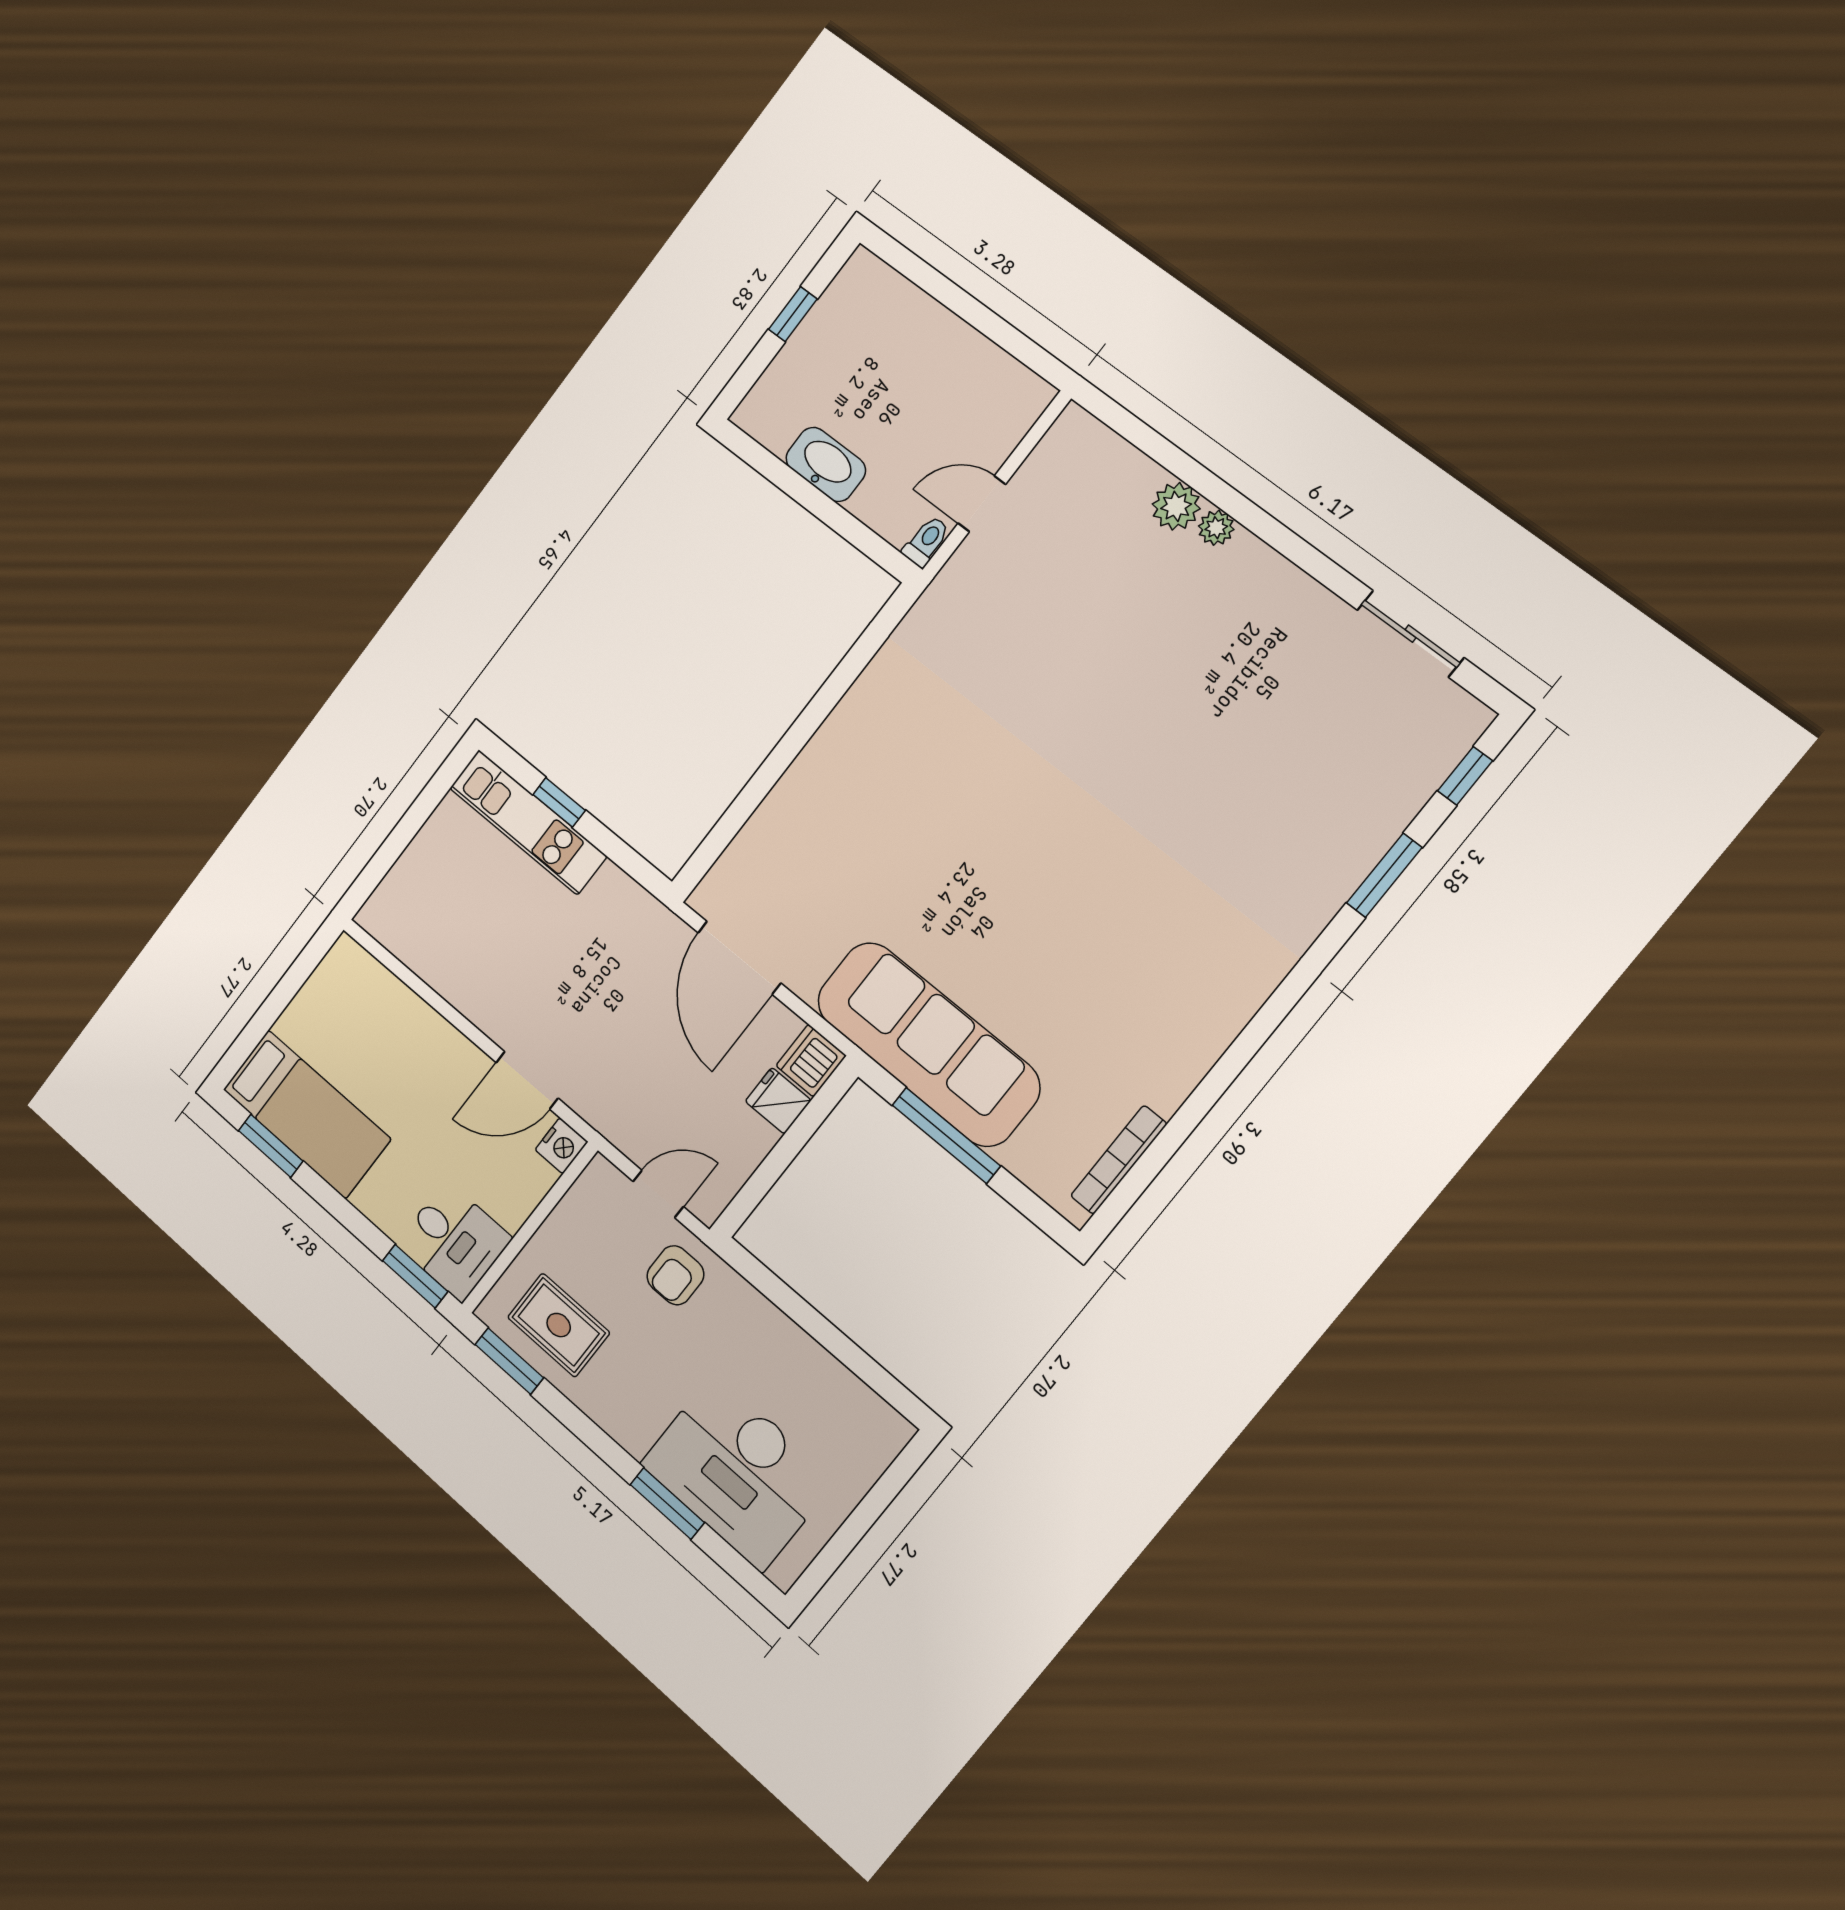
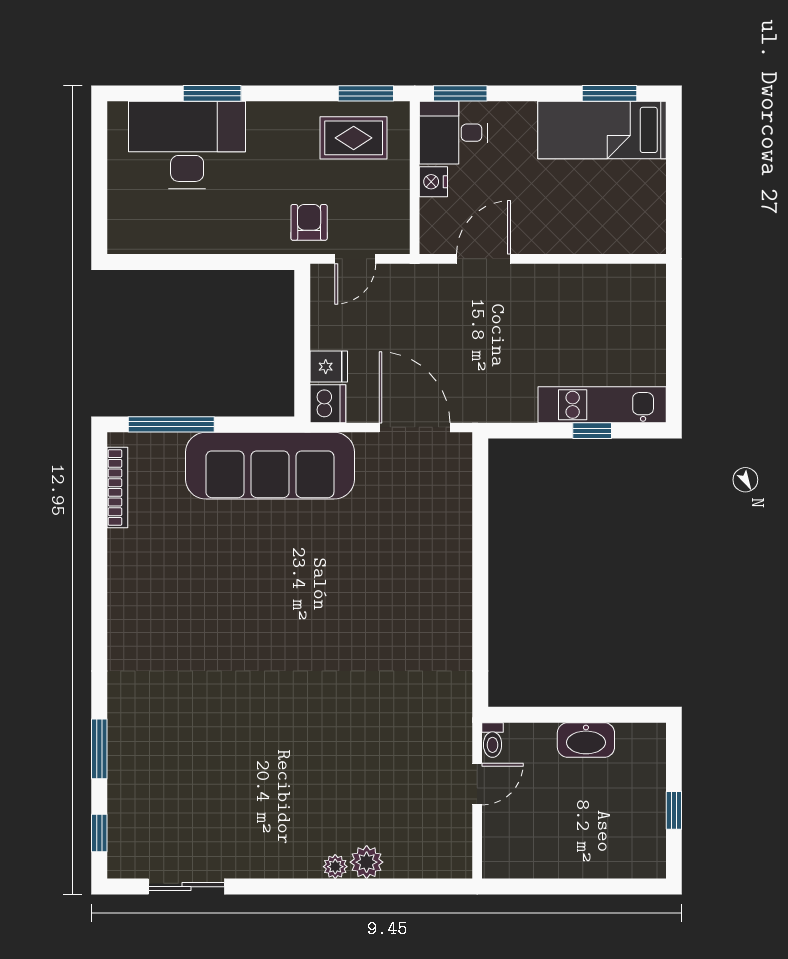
window: (946, 1135) -> (171, 424), moved
nightstand: (561, 1146) -> (433, 182), moved

